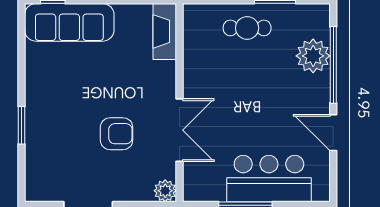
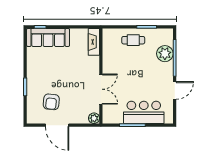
door: (333, 133) -> (175, 90), swing flipped
armchair: (117, 134) -> (51, 102), moved, turned 96

